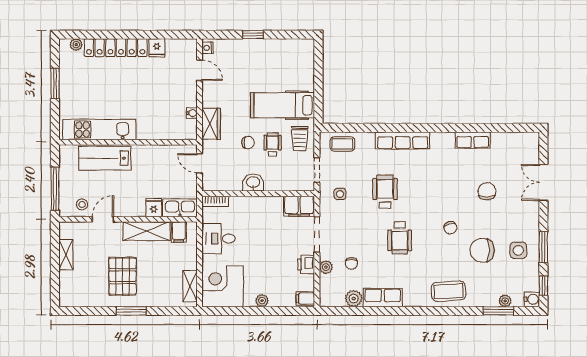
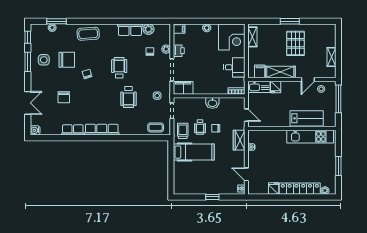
row of seats: (403, 140) -> (102, 130), moved
water cooler: (532, 299) -> (35, 130), moved

